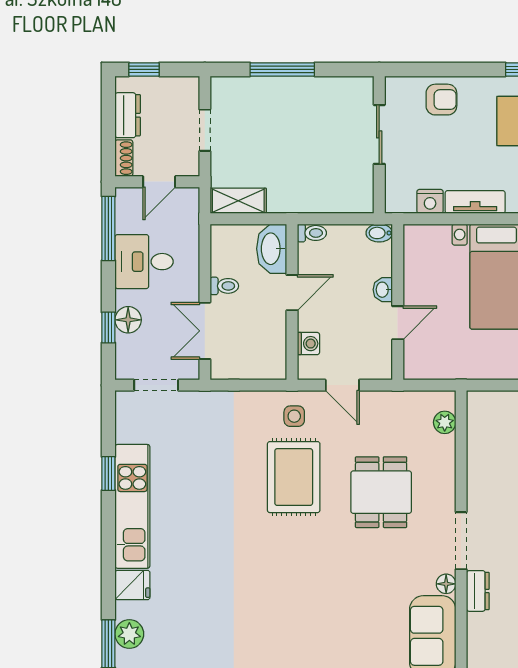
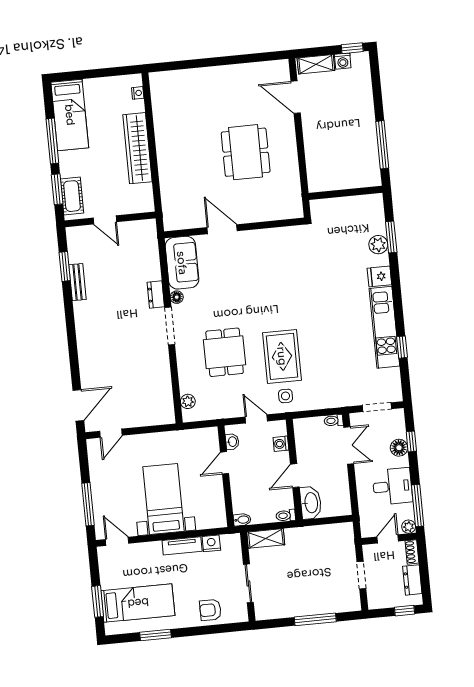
plant: (125, 197) -> (409, 527), added
shelving: (238, 201) -> (266, 538), moved
toilet: (224, 286) -> (334, 421), moved
washbasin: (383, 290) -> (232, 442), moved

